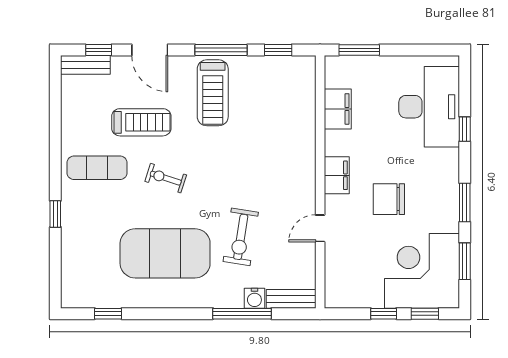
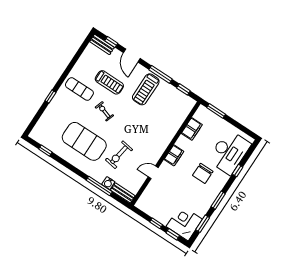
chair: (389, 199) -> (203, 173), moved, turned -90
corner desk: (422, 271) -> (184, 223), width x0.74, depth x0.74

